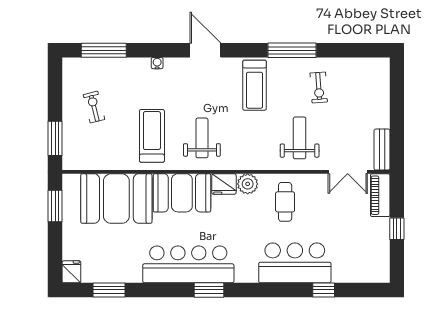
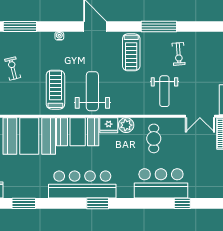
weight bench: (202, 138) -> (92, 91), width x1.36, depth x1.33
weight bench: (300, 138) -> (164, 91), turned 180

